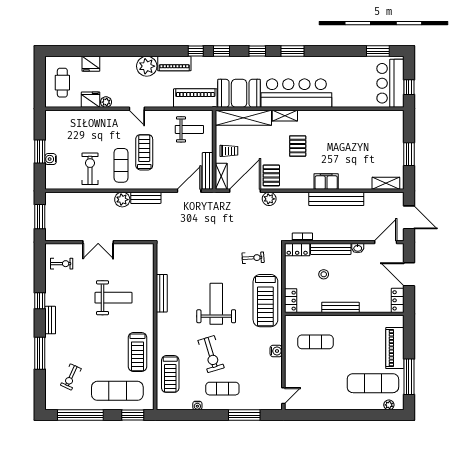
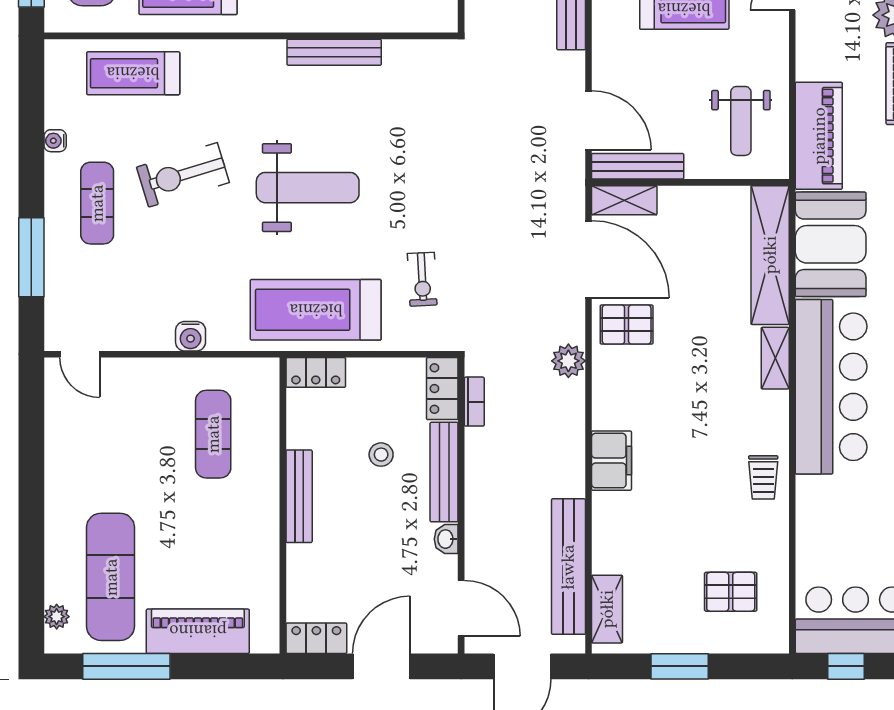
pallet: (298, 146) -> (731, 592), moved
trolley: (229, 151) -> (763, 477), moved
plant: (269, 199) -> (568, 361), moved
bench: (336, 199) -> (568, 567), moved

